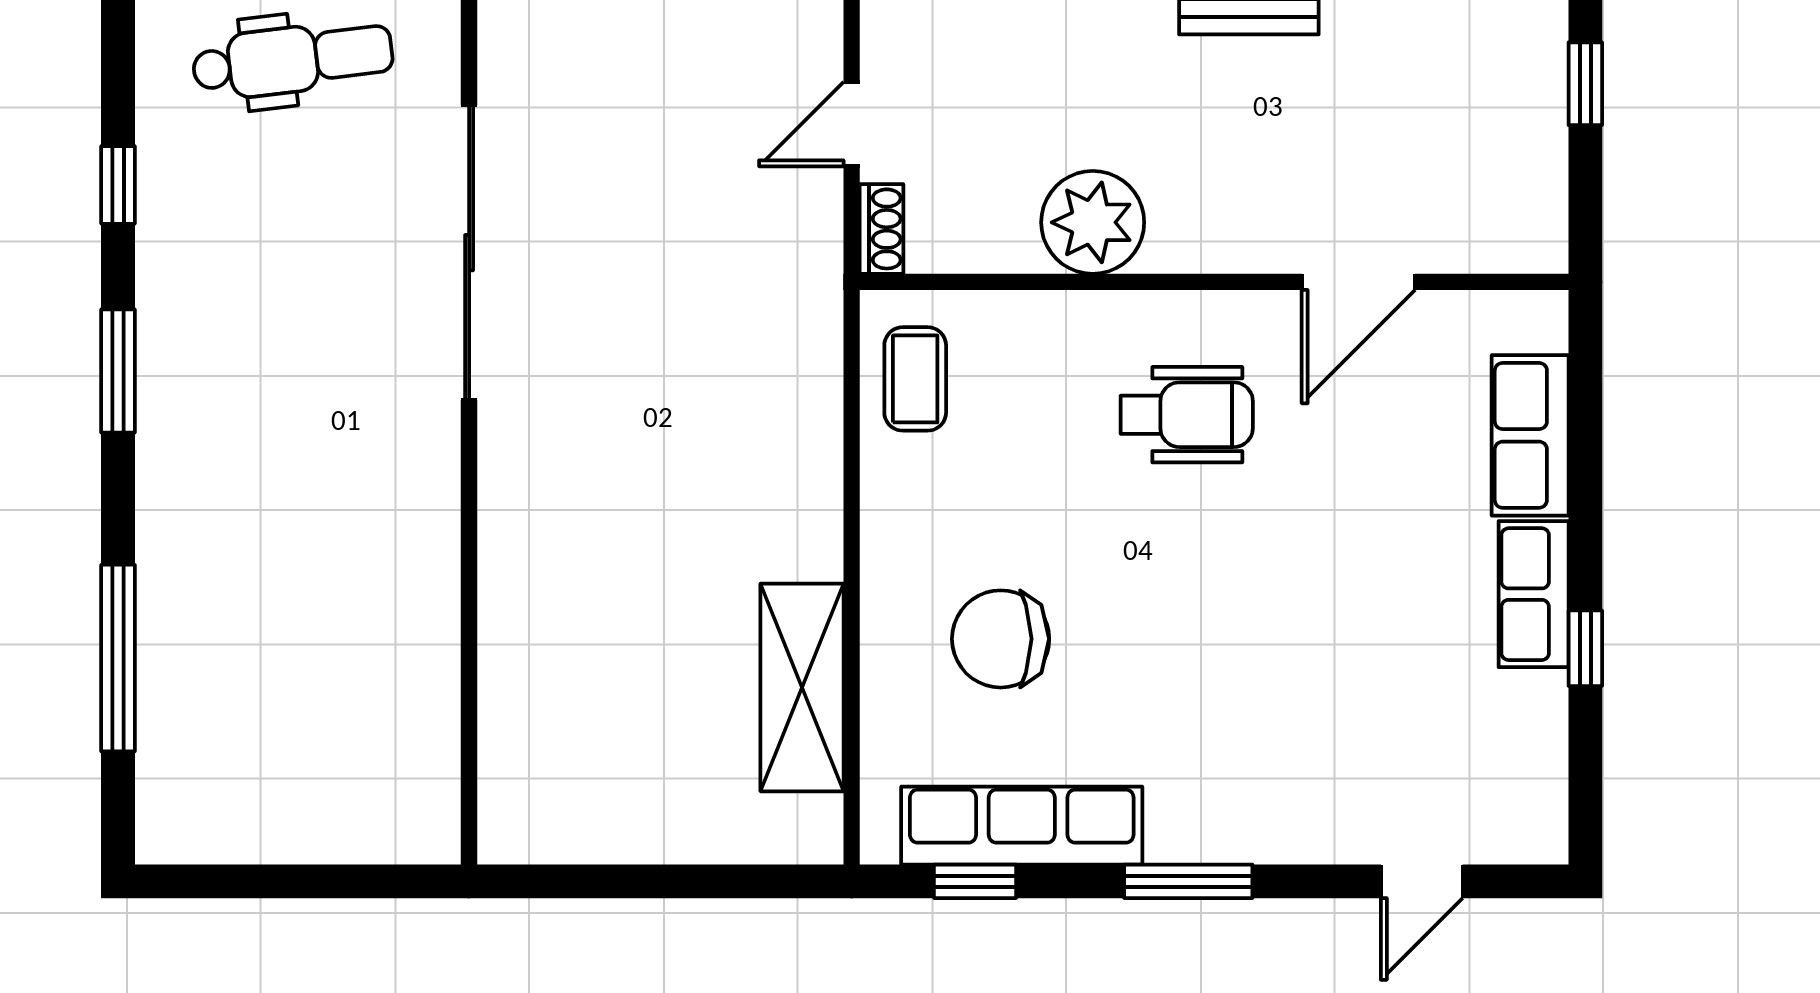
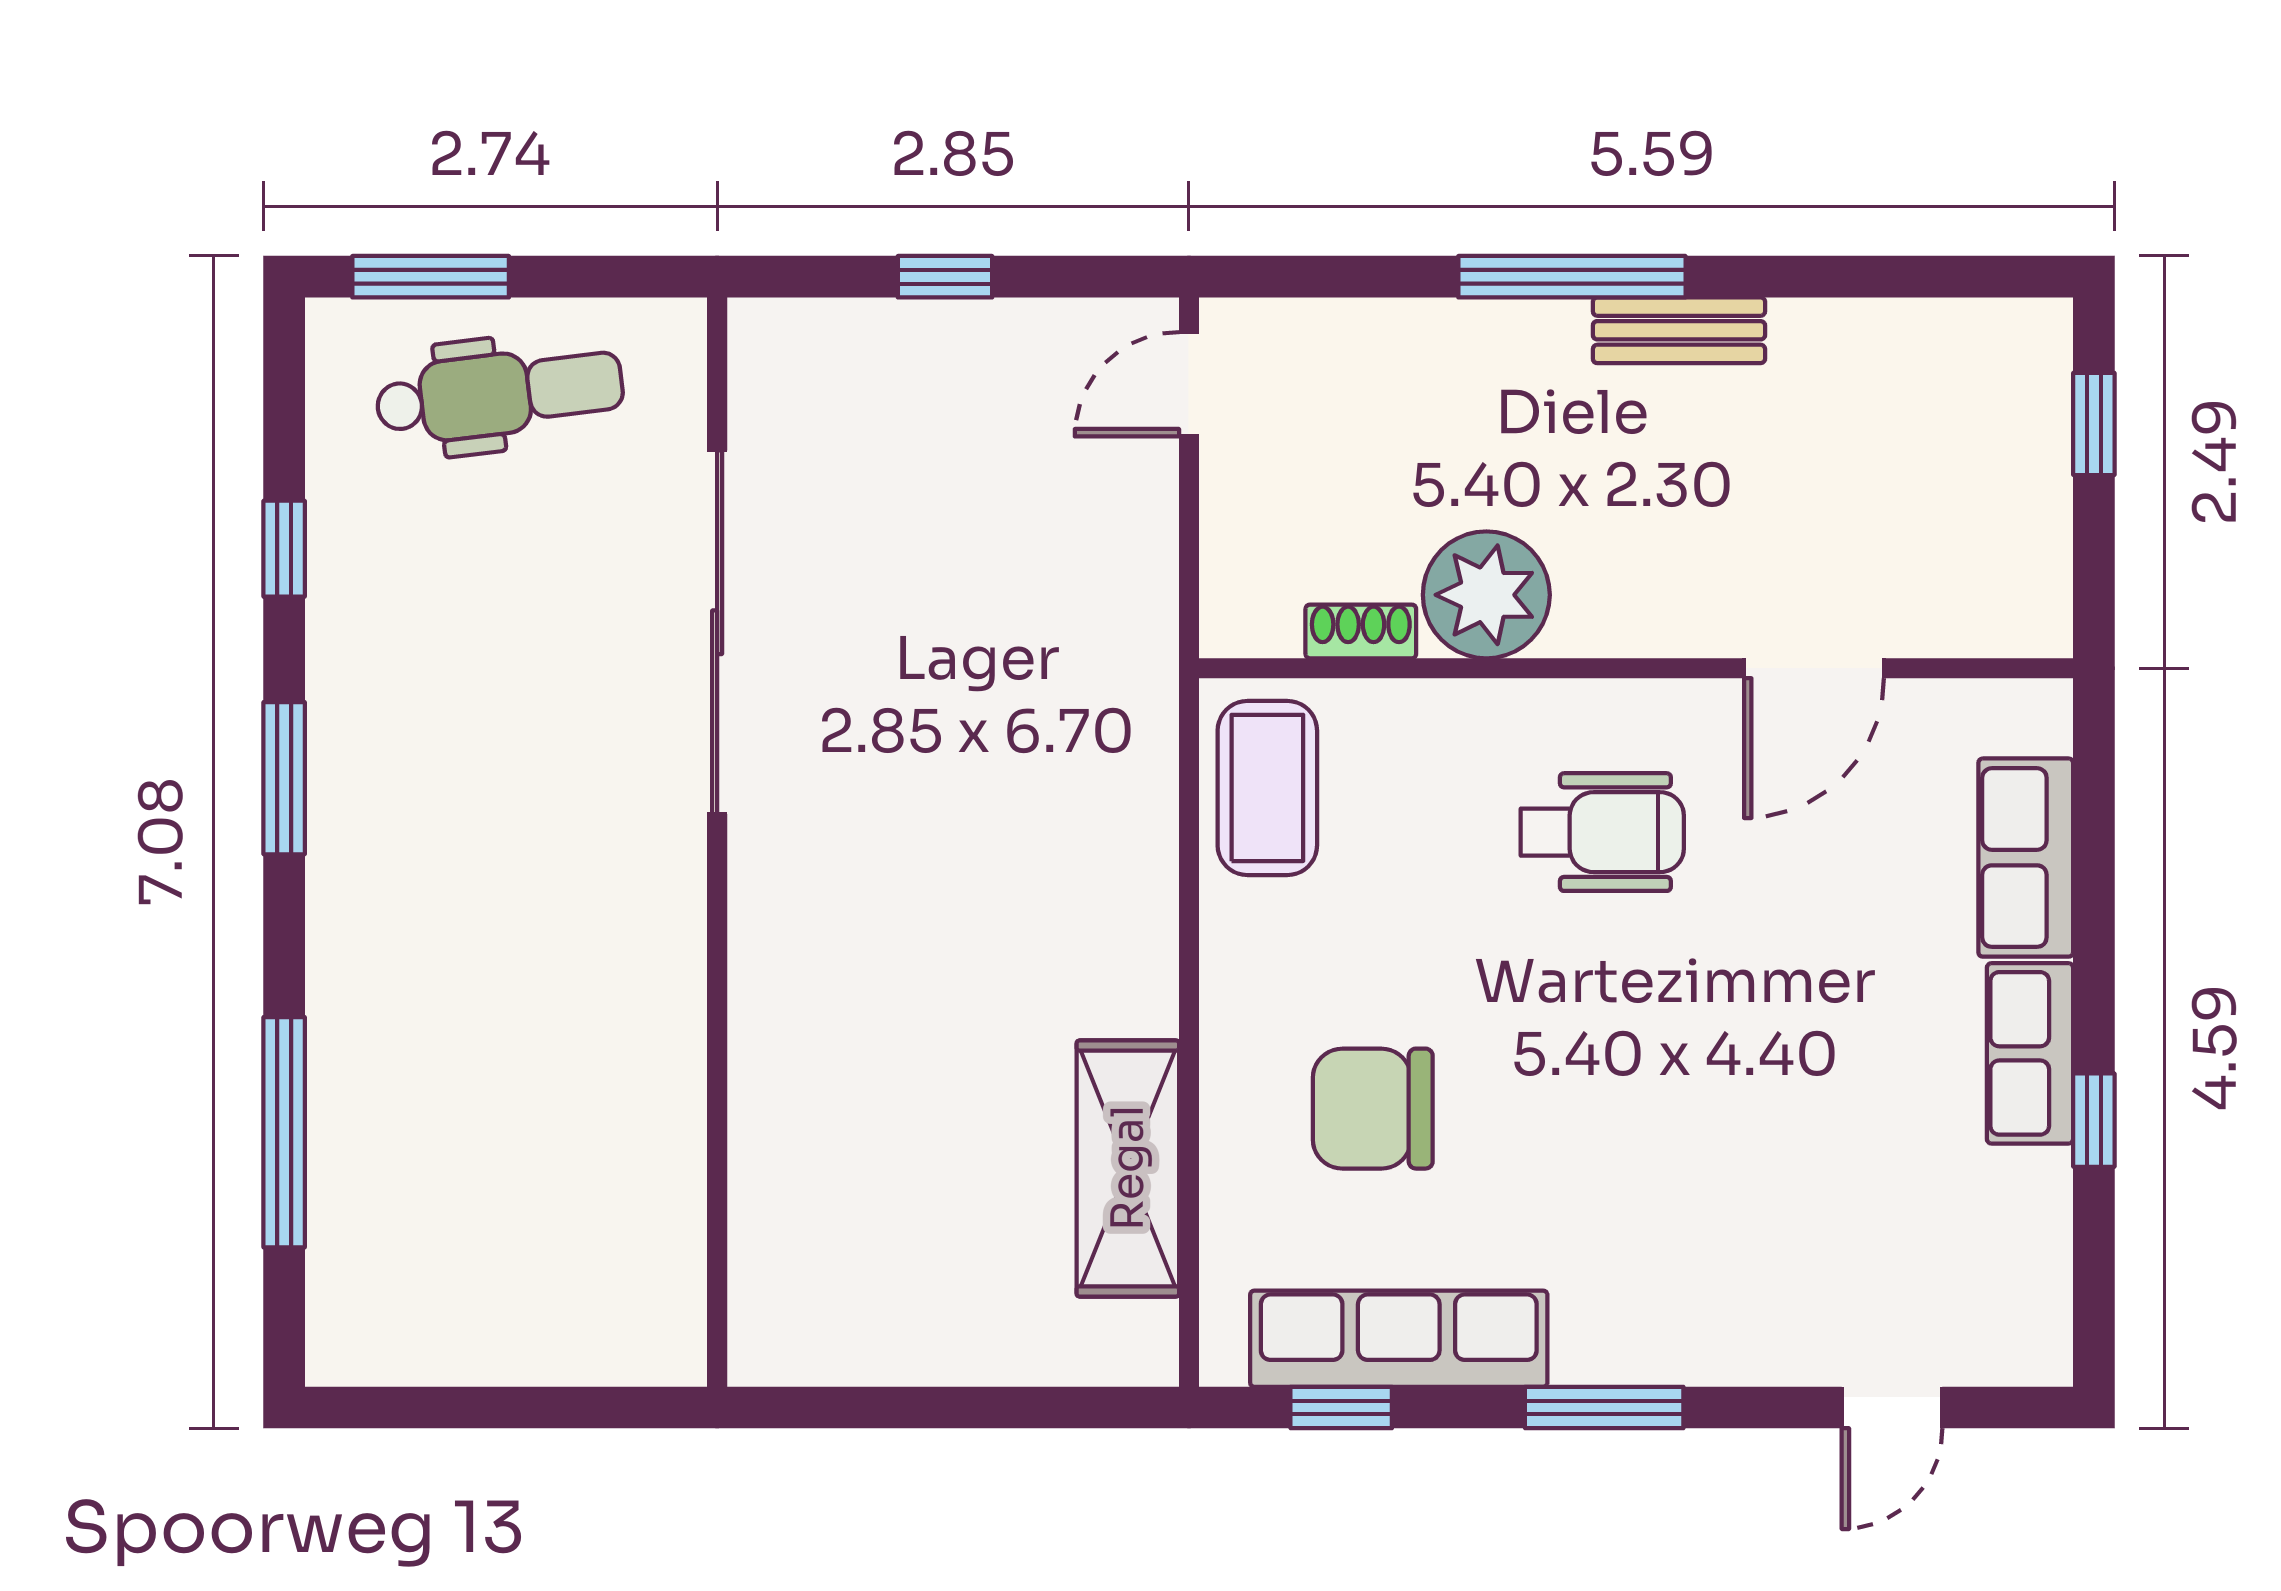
door: (852, 124) -> (1189, 384), moved
shoe rack: (881, 229) -> (1361, 631), moved, turned -90
coffee table: (915, 379) -> (1267, 788), width x1.36, depth x1.30

